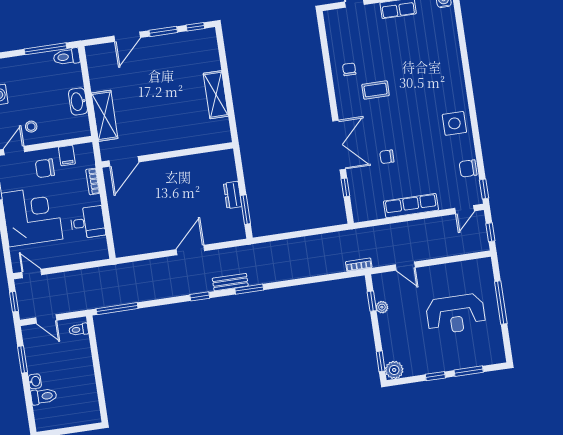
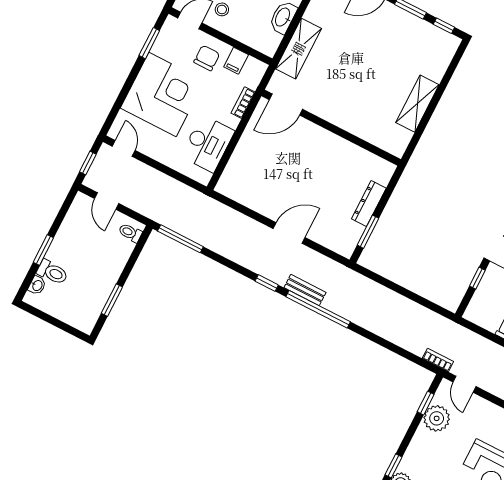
chair: (45, 168) -> (207, 58), turned 90
dresser: (233, 195) -> (369, 203), width x1.44
desk: (88, 222) -> (208, 144), width x1.37
door: (405, 266) -> (465, 384), moved
window: (249, 289) -> (318, 309), width x2.11
plant: (382, 307) -> (437, 418), width x1.88, depth x1.88
window: (23, 359) -> (43, 250), moved
washbasin: (35, 381) -> (37, 285), moved
window: (100, 386) -> (112, 300), added

